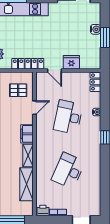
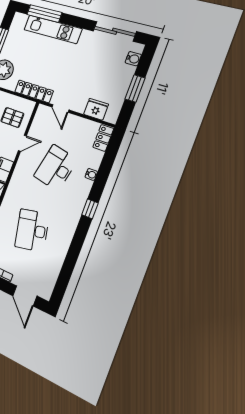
water cooler: (96, 29) -> (133, 59), moved
fridge: (71, 62) -> (96, 109), moved
desk: (68, 171) -> (32, 230), turned -36

